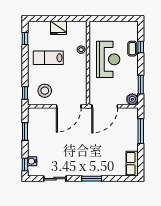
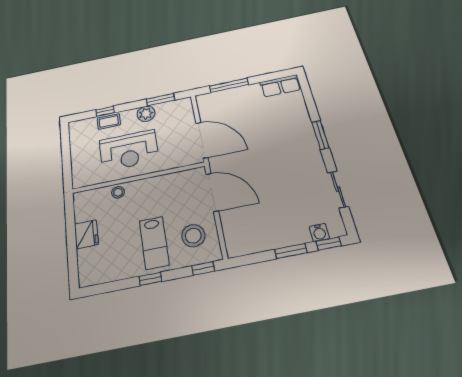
window: (25, 38) -> (150, 279), moved
lab bench: (48, 58) -> (154, 243), moved
reception desk: (108, 59) -> (129, 150), turned 180
plant: (132, 99) -> (146, 114), moved
window: (25, 132) -> (291, 251), moved

